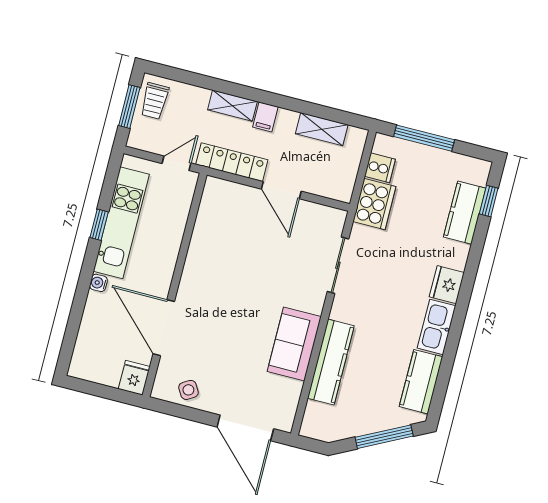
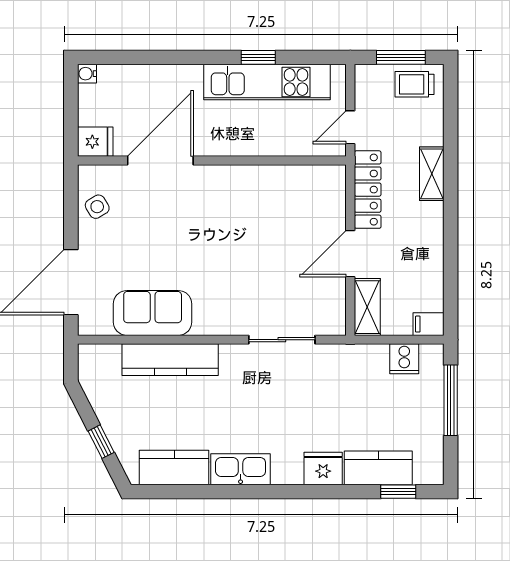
filing cabinet: (265, 117) -> (429, 324), moved
shelving: (322, 129) -> (367, 307), moved
door: (176, 163) -> (350, 127), swing flipped
cooker: (374, 204) -> (362, 363), removed
water cooler: (98, 283) -> (87, 74), moved, turned -90
fridge: (447, 285) -> (323, 468), moved
sofa: (294, 344) -> (153, 313), moved
window: (384, 437) -> (101, 442), width x0.46

